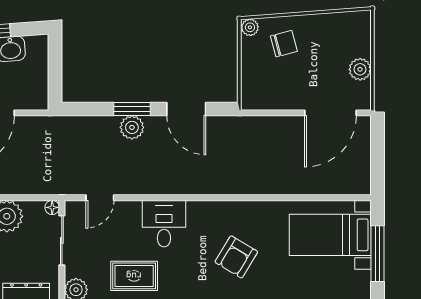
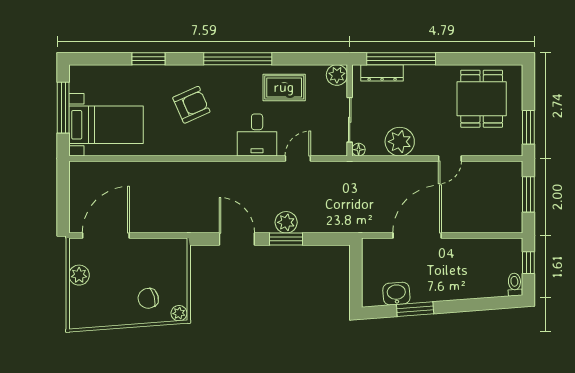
door: (100, 198) -> (298, 158), moved
armchair: (236, 257) -> (191, 105), turned 35

